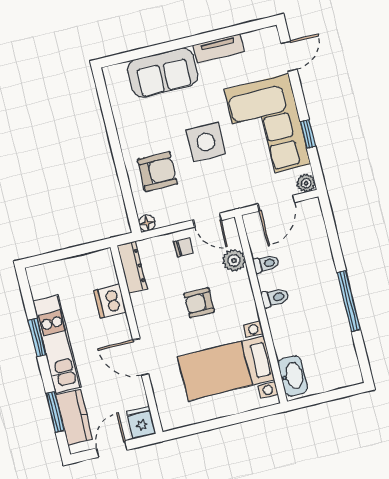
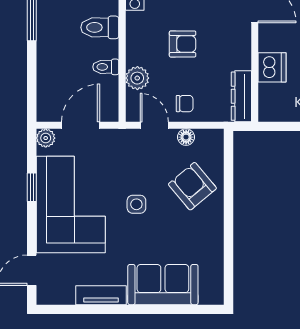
side table: (206, 142) -> (136, 204), width x0.54, depth x0.54
armchair: (157, 172) -> (192, 186), turned 50
floor lamp: (147, 223) -> (186, 137), moved
chair: (184, 247) -> (185, 104), turned 180
toilet: (275, 298) -> (100, 27), width x1.37, depth x1.39

